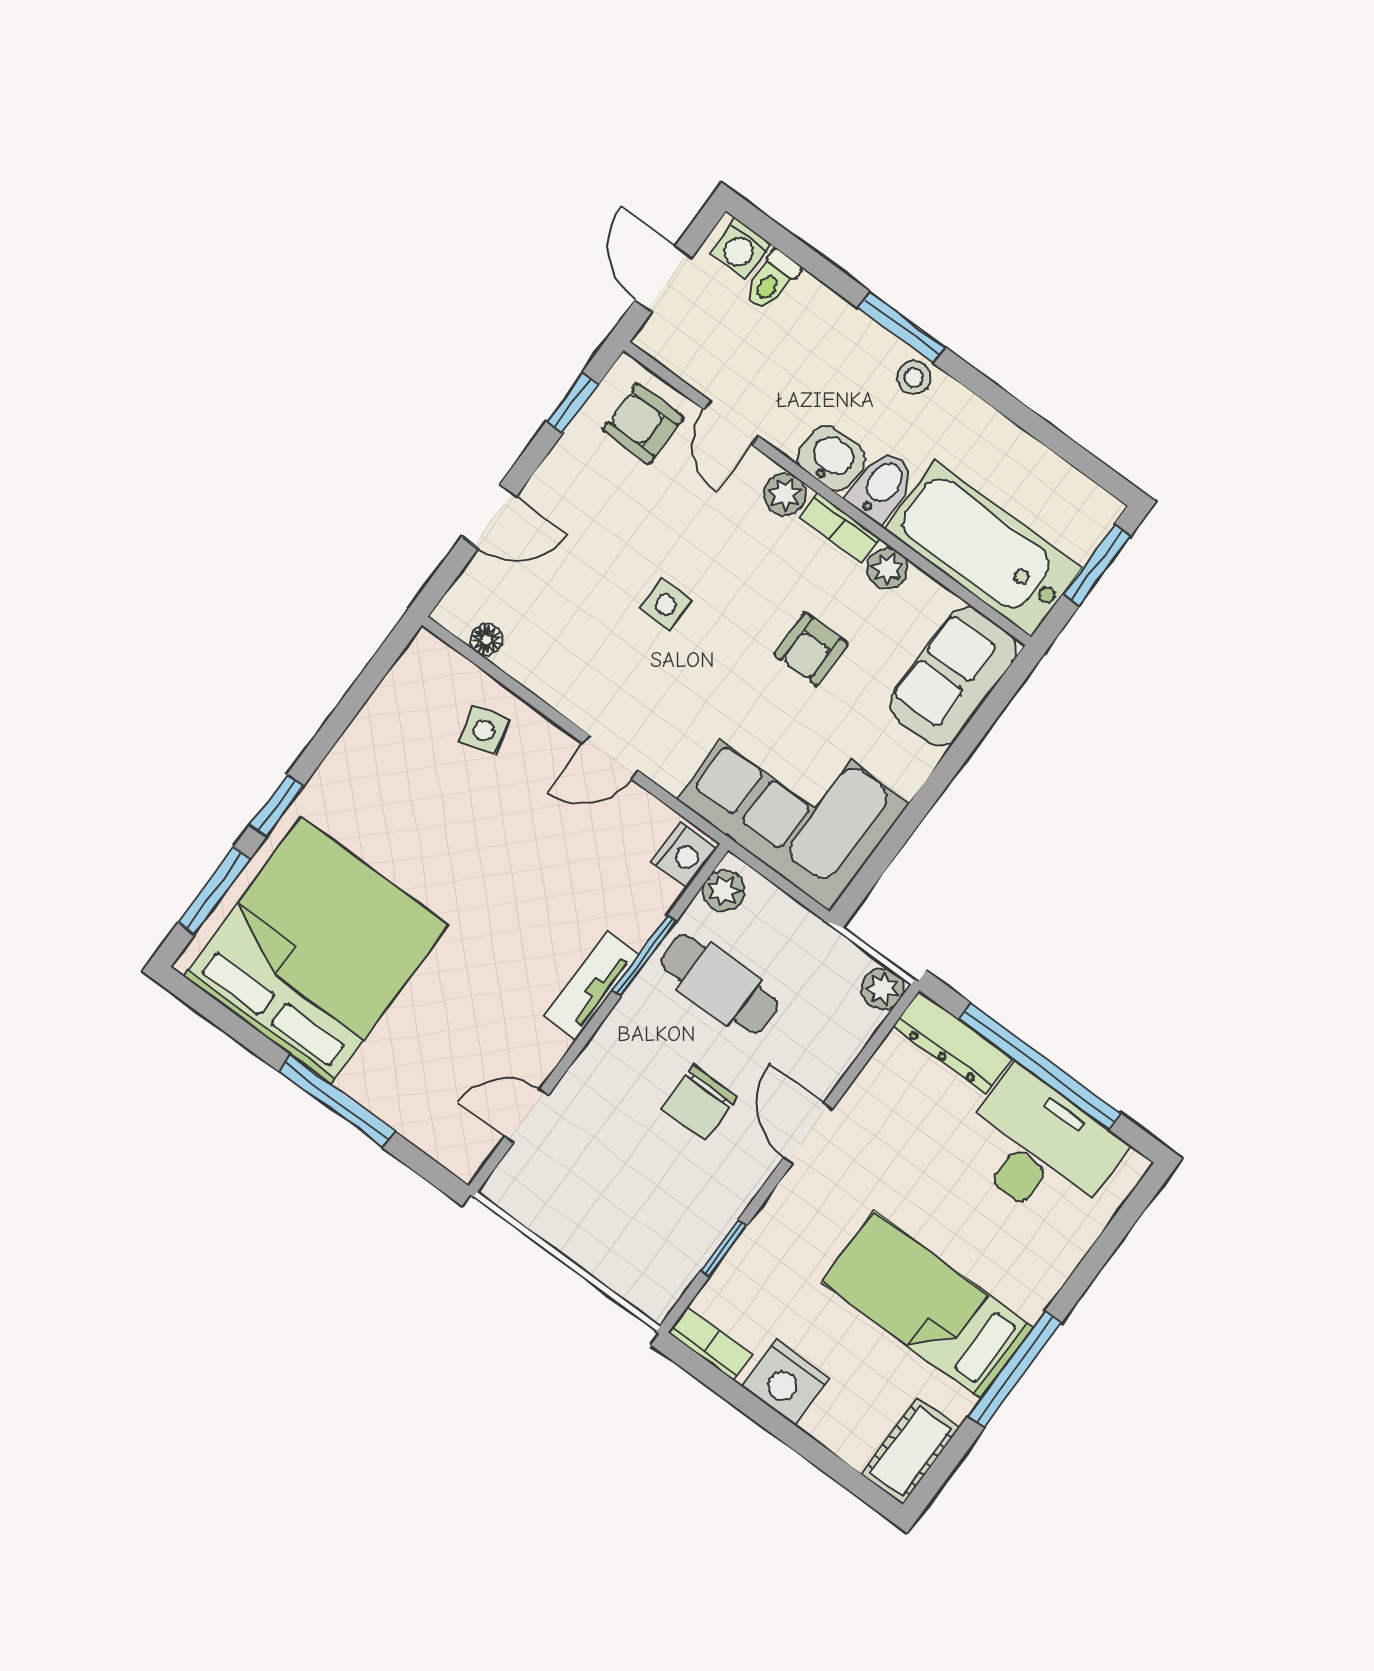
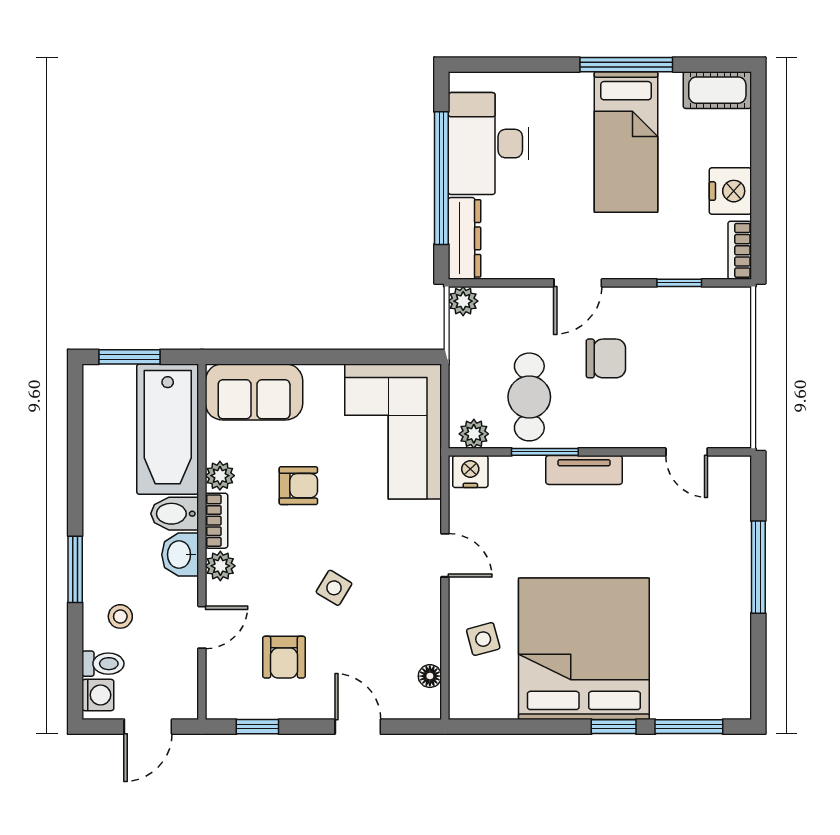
stool: (914, 377) -> (120, 616), moved
armchair: (643, 424) -> (284, 657), moved
side table: (666, 605) -> (334, 588), turned 31
bed: (316, 951) -> (584, 649), moved, turned 90

